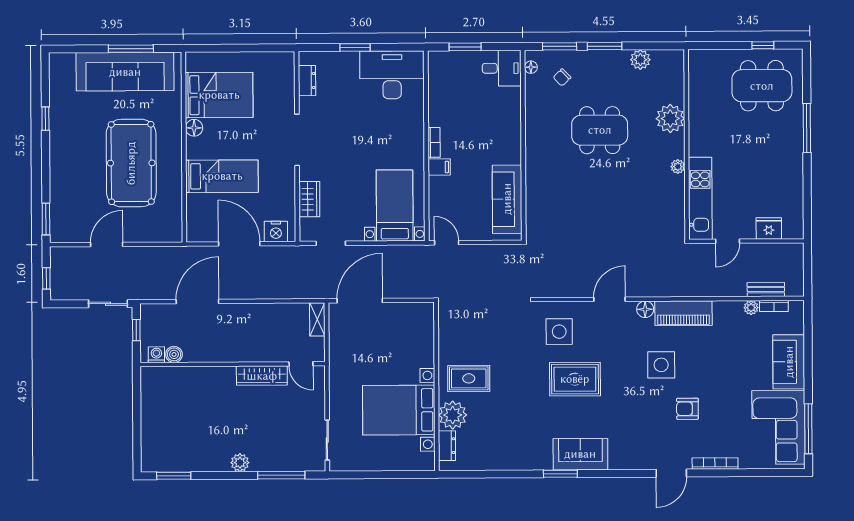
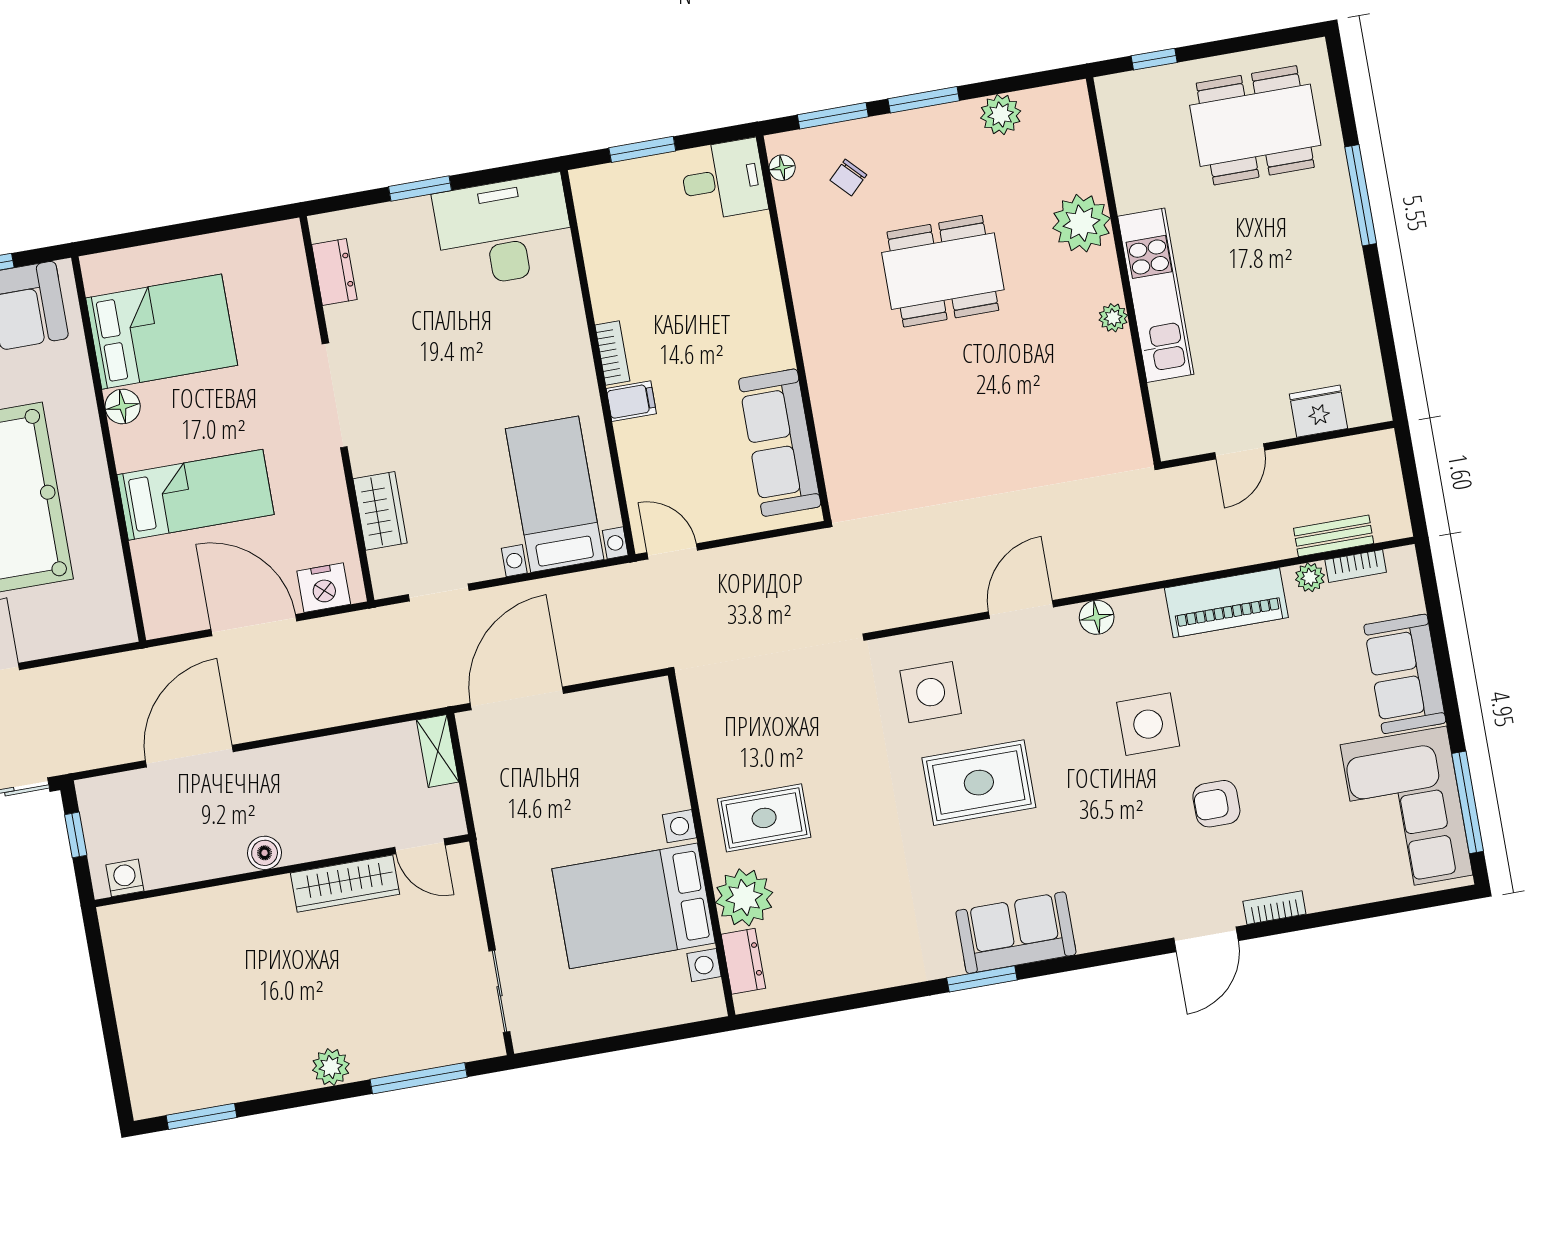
window: (763, 45) -> (1154, 59), moved
kitchen unit: (700, 198) -> (1156, 295), moved
piano: (683, 313) -> (1226, 603), moved
boiler: (174, 354) -> (265, 853), moved
bookcase: (715, 463) -> (1274, 908), width x0.64

